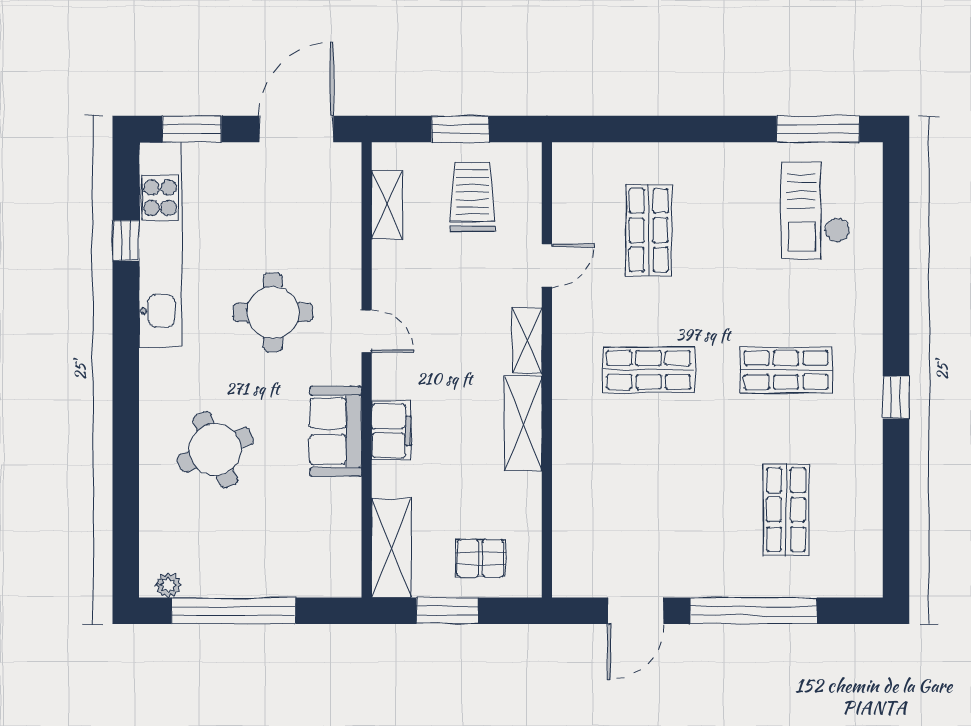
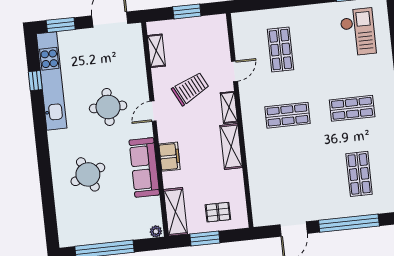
trolley: (472, 197) -> (190, 89), moved, turned 63
checkout: (816, 211) -> (358, 32), turned 180
door: (367, 331) -> (153, 111), swing flipped
sofa: (336, 431) -> (144, 167), width x1.36
plant: (168, 585) -> (156, 231), moved

